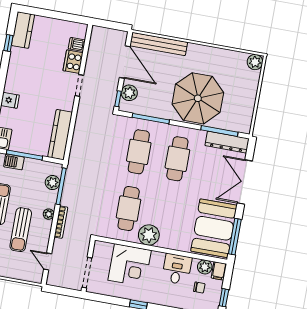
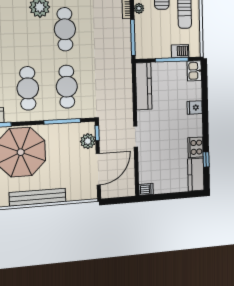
dishwasher: (77, 44) -> (146, 189), moved
bench: (159, 44) -> (38, 197), moved
cooker: (73, 62) -> (195, 147), moved, turned 180
door: (125, 62) -> (98, 169), swing flipped
plant: (52, 183) -> (141, 39), removed

